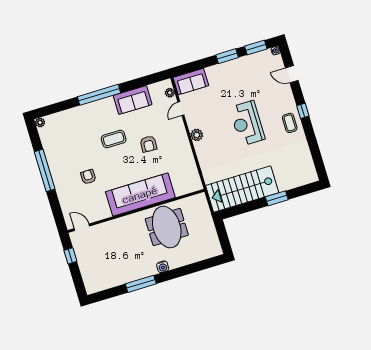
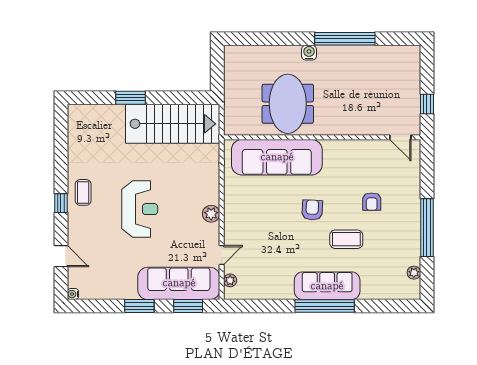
window: (256, 47) -> (188, 306), moved
sofa: (191, 82) -> (179, 283), width x1.85, depth x1.27
sofa: (133, 100) -> (327, 286), moved, width x1.36
plant: (40, 122) -> (414, 273), moved
coffee table: (114, 139) -> (346, 239), moved
armchair: (148, 144) -> (312, 210), moved
sofa: (140, 195) -> (277, 157), moved
window: (141, 284) -> (345, 39), width x1.46

